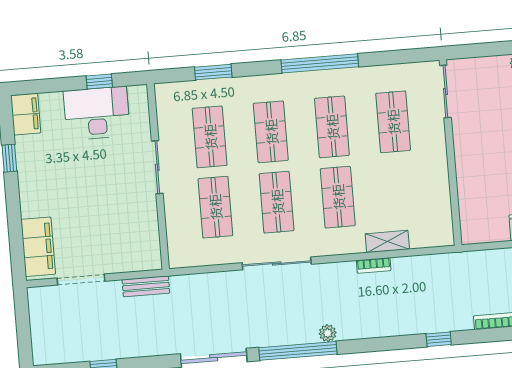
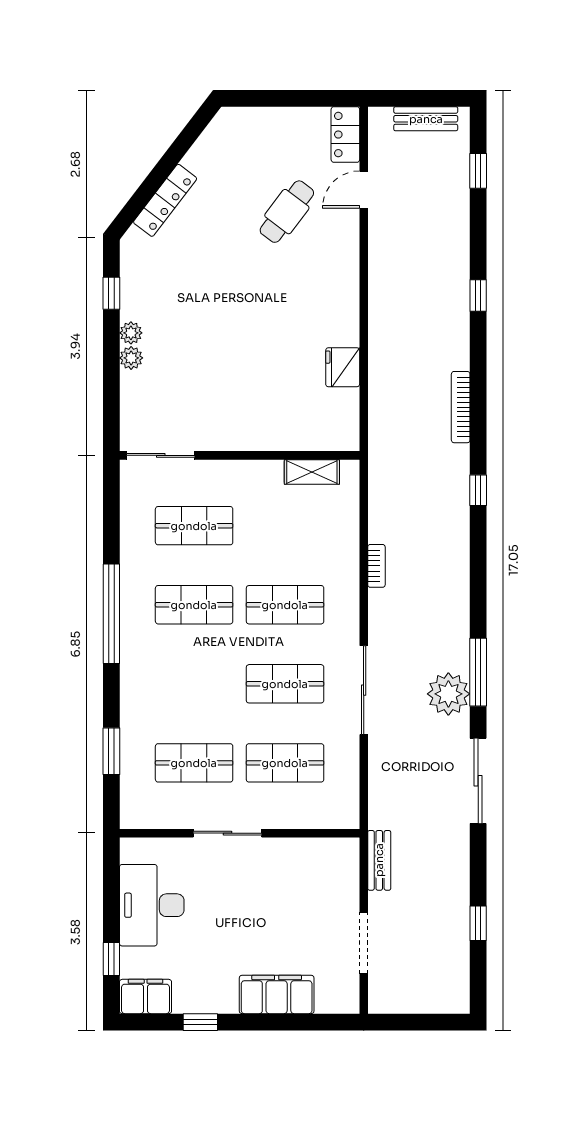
window: (99, 81) -> (111, 959), moved
shop shelf: (271, 132) -> (194, 684), removed
shelving: (387, 241) -> (312, 472), moved, turned 90
filing cabinet: (38, 247) -> (277, 994), moved
plant: (328, 333) -> (448, 694), moved, width x1.88, depth x1.88
window: (298, 351) -> (478, 672), width x0.68

